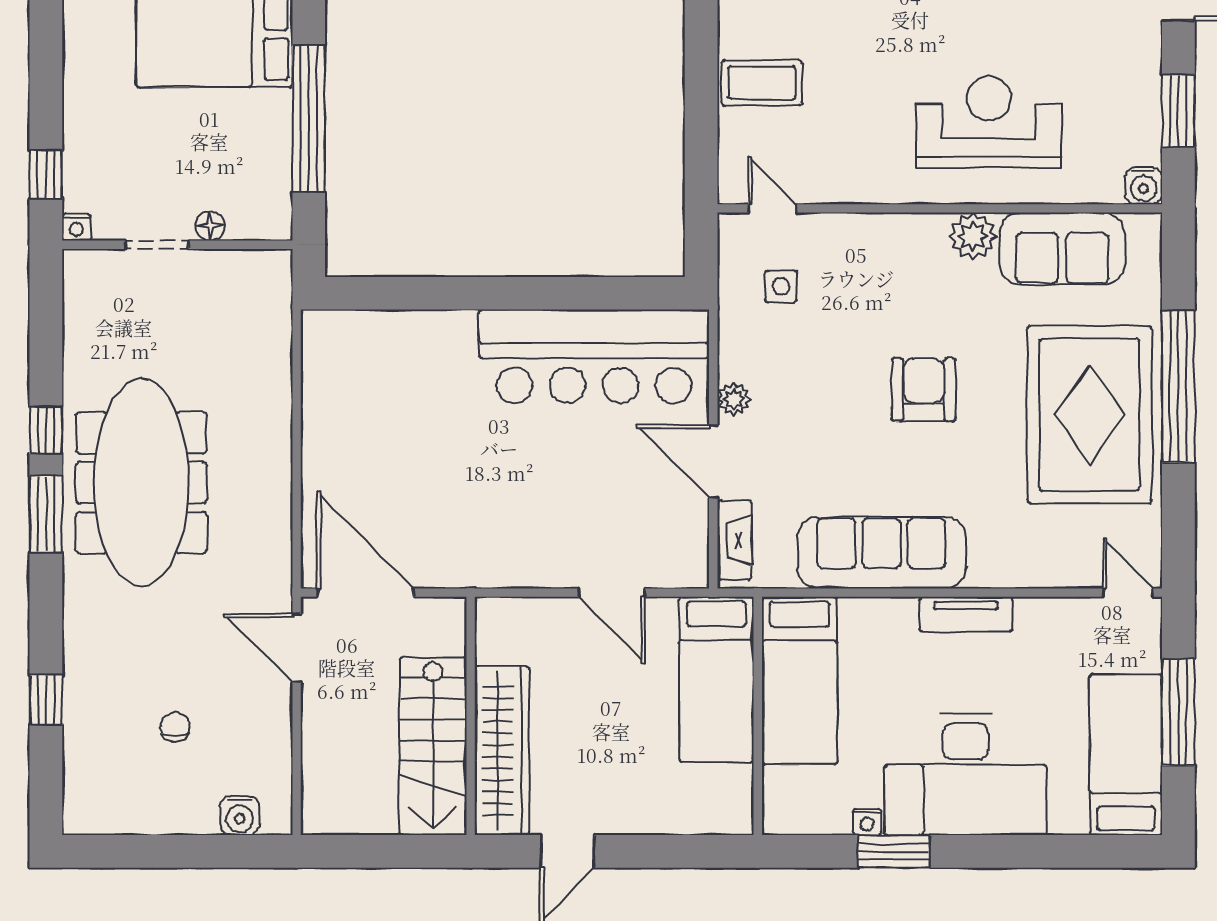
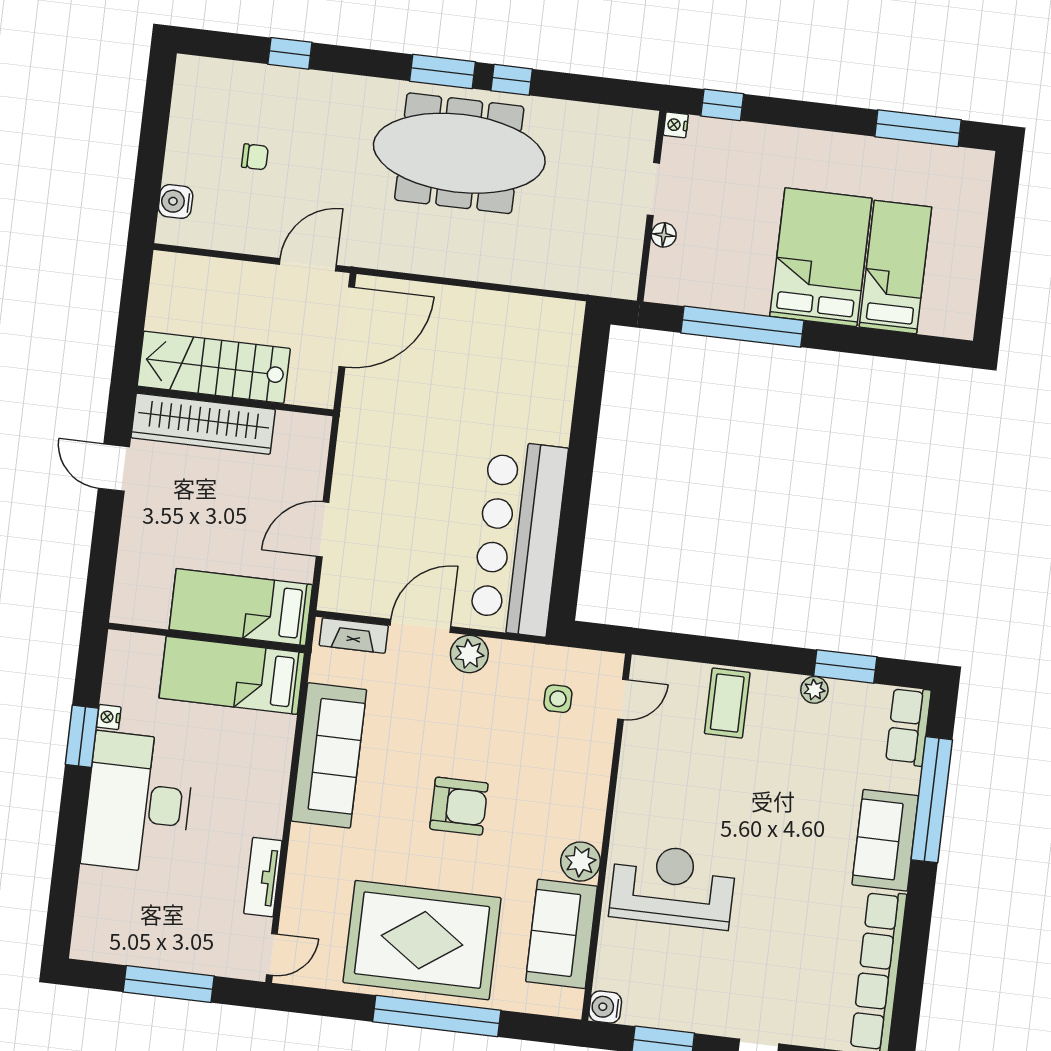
reception desk: (989, 122) -> (673, 886), turned -90
plant: (734, 399) -> (469, 654), width x1.38, depth x1.38
tv unit: (966, 614) -> (263, 877), moved
bed: (1126, 755) -> (139, 937), removed

